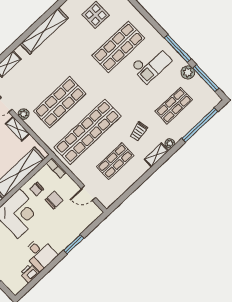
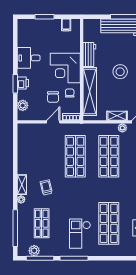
plant: (188, 72) -> (34, 251), moved
shop shelf: (87, 132) -> (75, 156), width x0.71
shop shelf: (115, 161) -> (42, 156), removed
door: (88, 193) -> (53, 122), moved
plant: (86, 220) -> (23, 105), added
printer: (29, 273) -> (23, 83), moved

